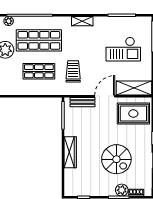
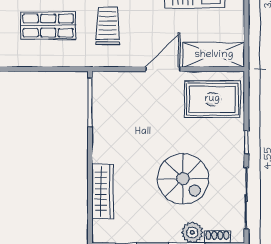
bench: (82, 102) -> (124, 79), removed
wardrobe: (70, 152) -> (103, 191), moved

